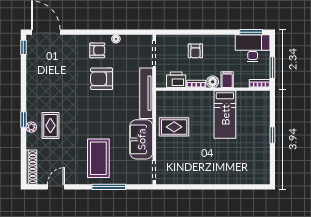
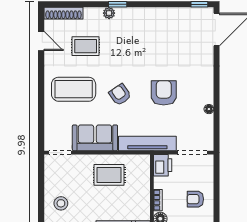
armchair: (97, 50) -> (120, 95), moved, turned 145
printer: (176, 80) -> (163, 165), moved
rug: (50, 126) -> (86, 46), moved
rug: (174, 127) -> (109, 175), turned 90
stool: (199, 169) -> (61, 203), added
window: (109, 187) -> (41, 101), removed

